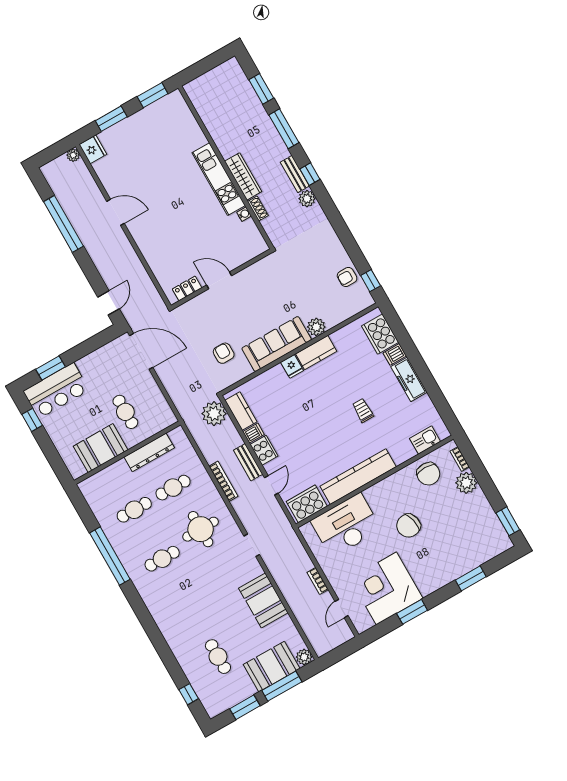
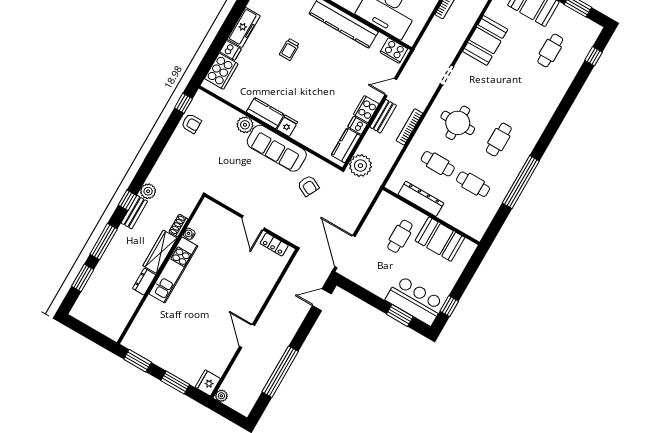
dresser: (224, 145) -> (144, 282), added
armchair: (224, 353) -> (308, 186), turned -63
cooker: (307, 504) -> (394, 51), width x0.73, depth x0.76
cafe table: (162, 559) -> (499, 140), turned 90

